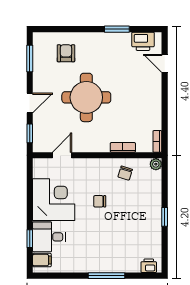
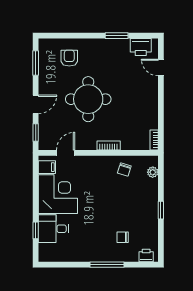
bookcase: (123, 147) -> (109, 146), moved
plant: (156, 164) -> (153, 172), moved
chair: (100, 201) -> (123, 237), moved
filing cabinet: (42, 260) -> (47, 167), moved

